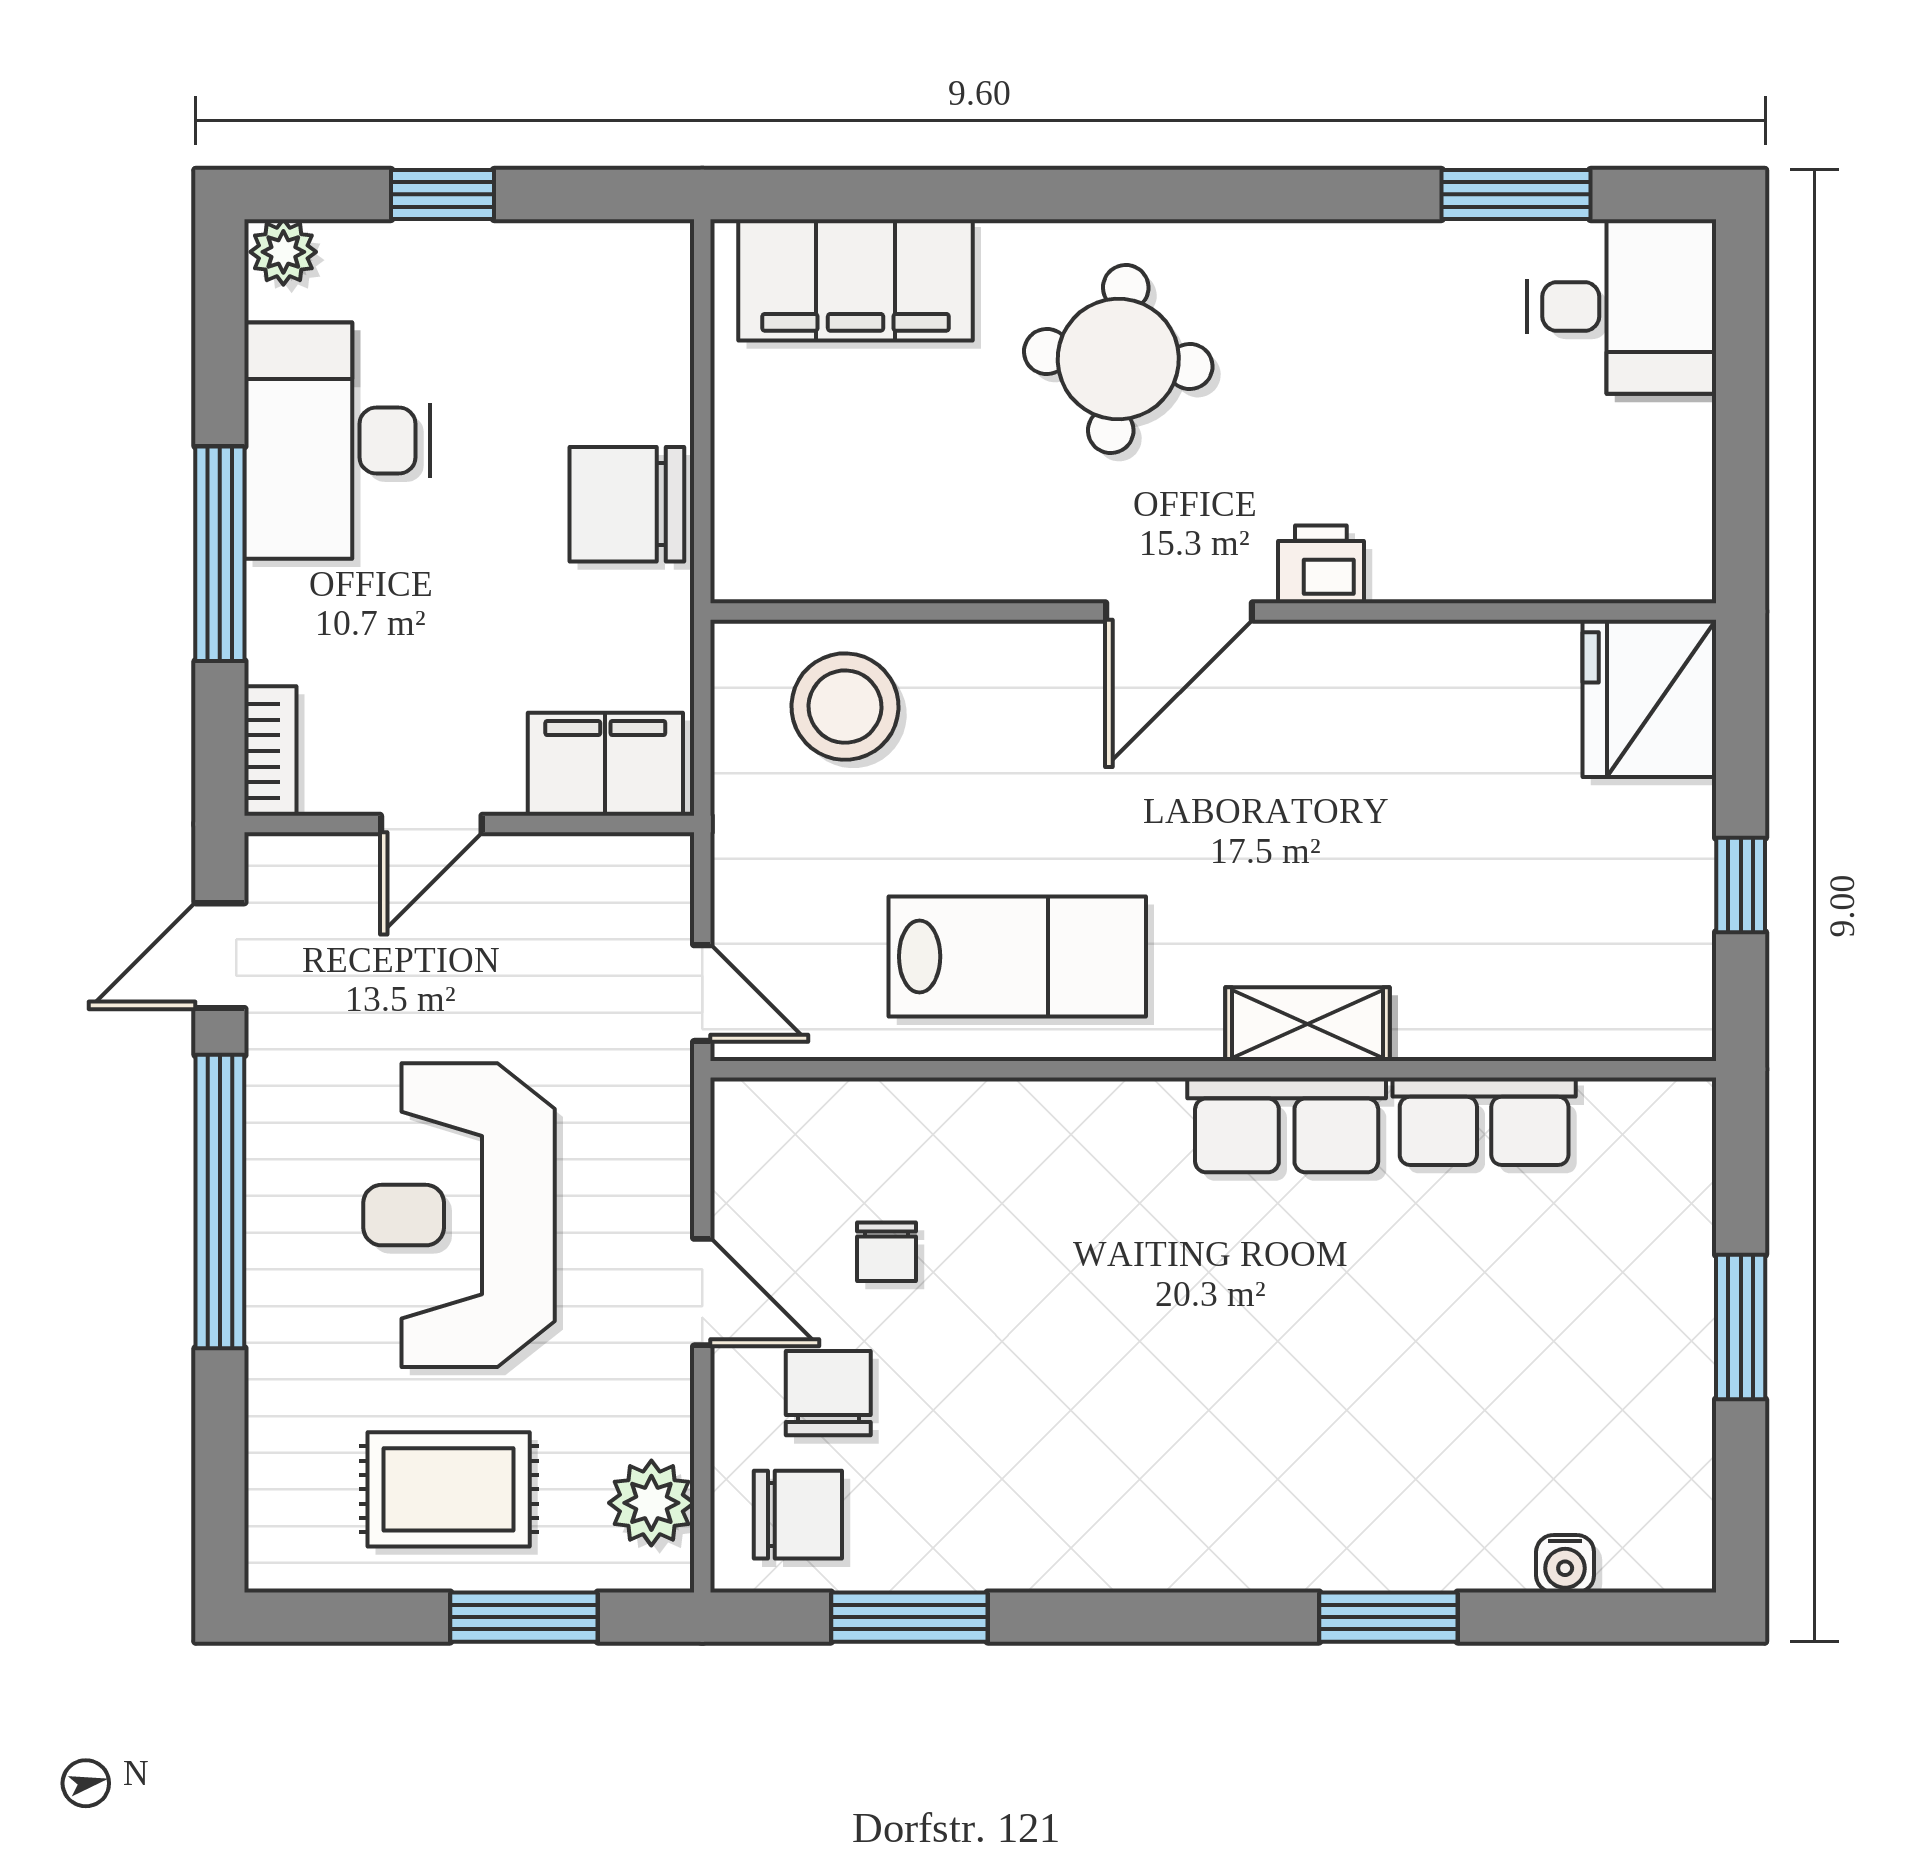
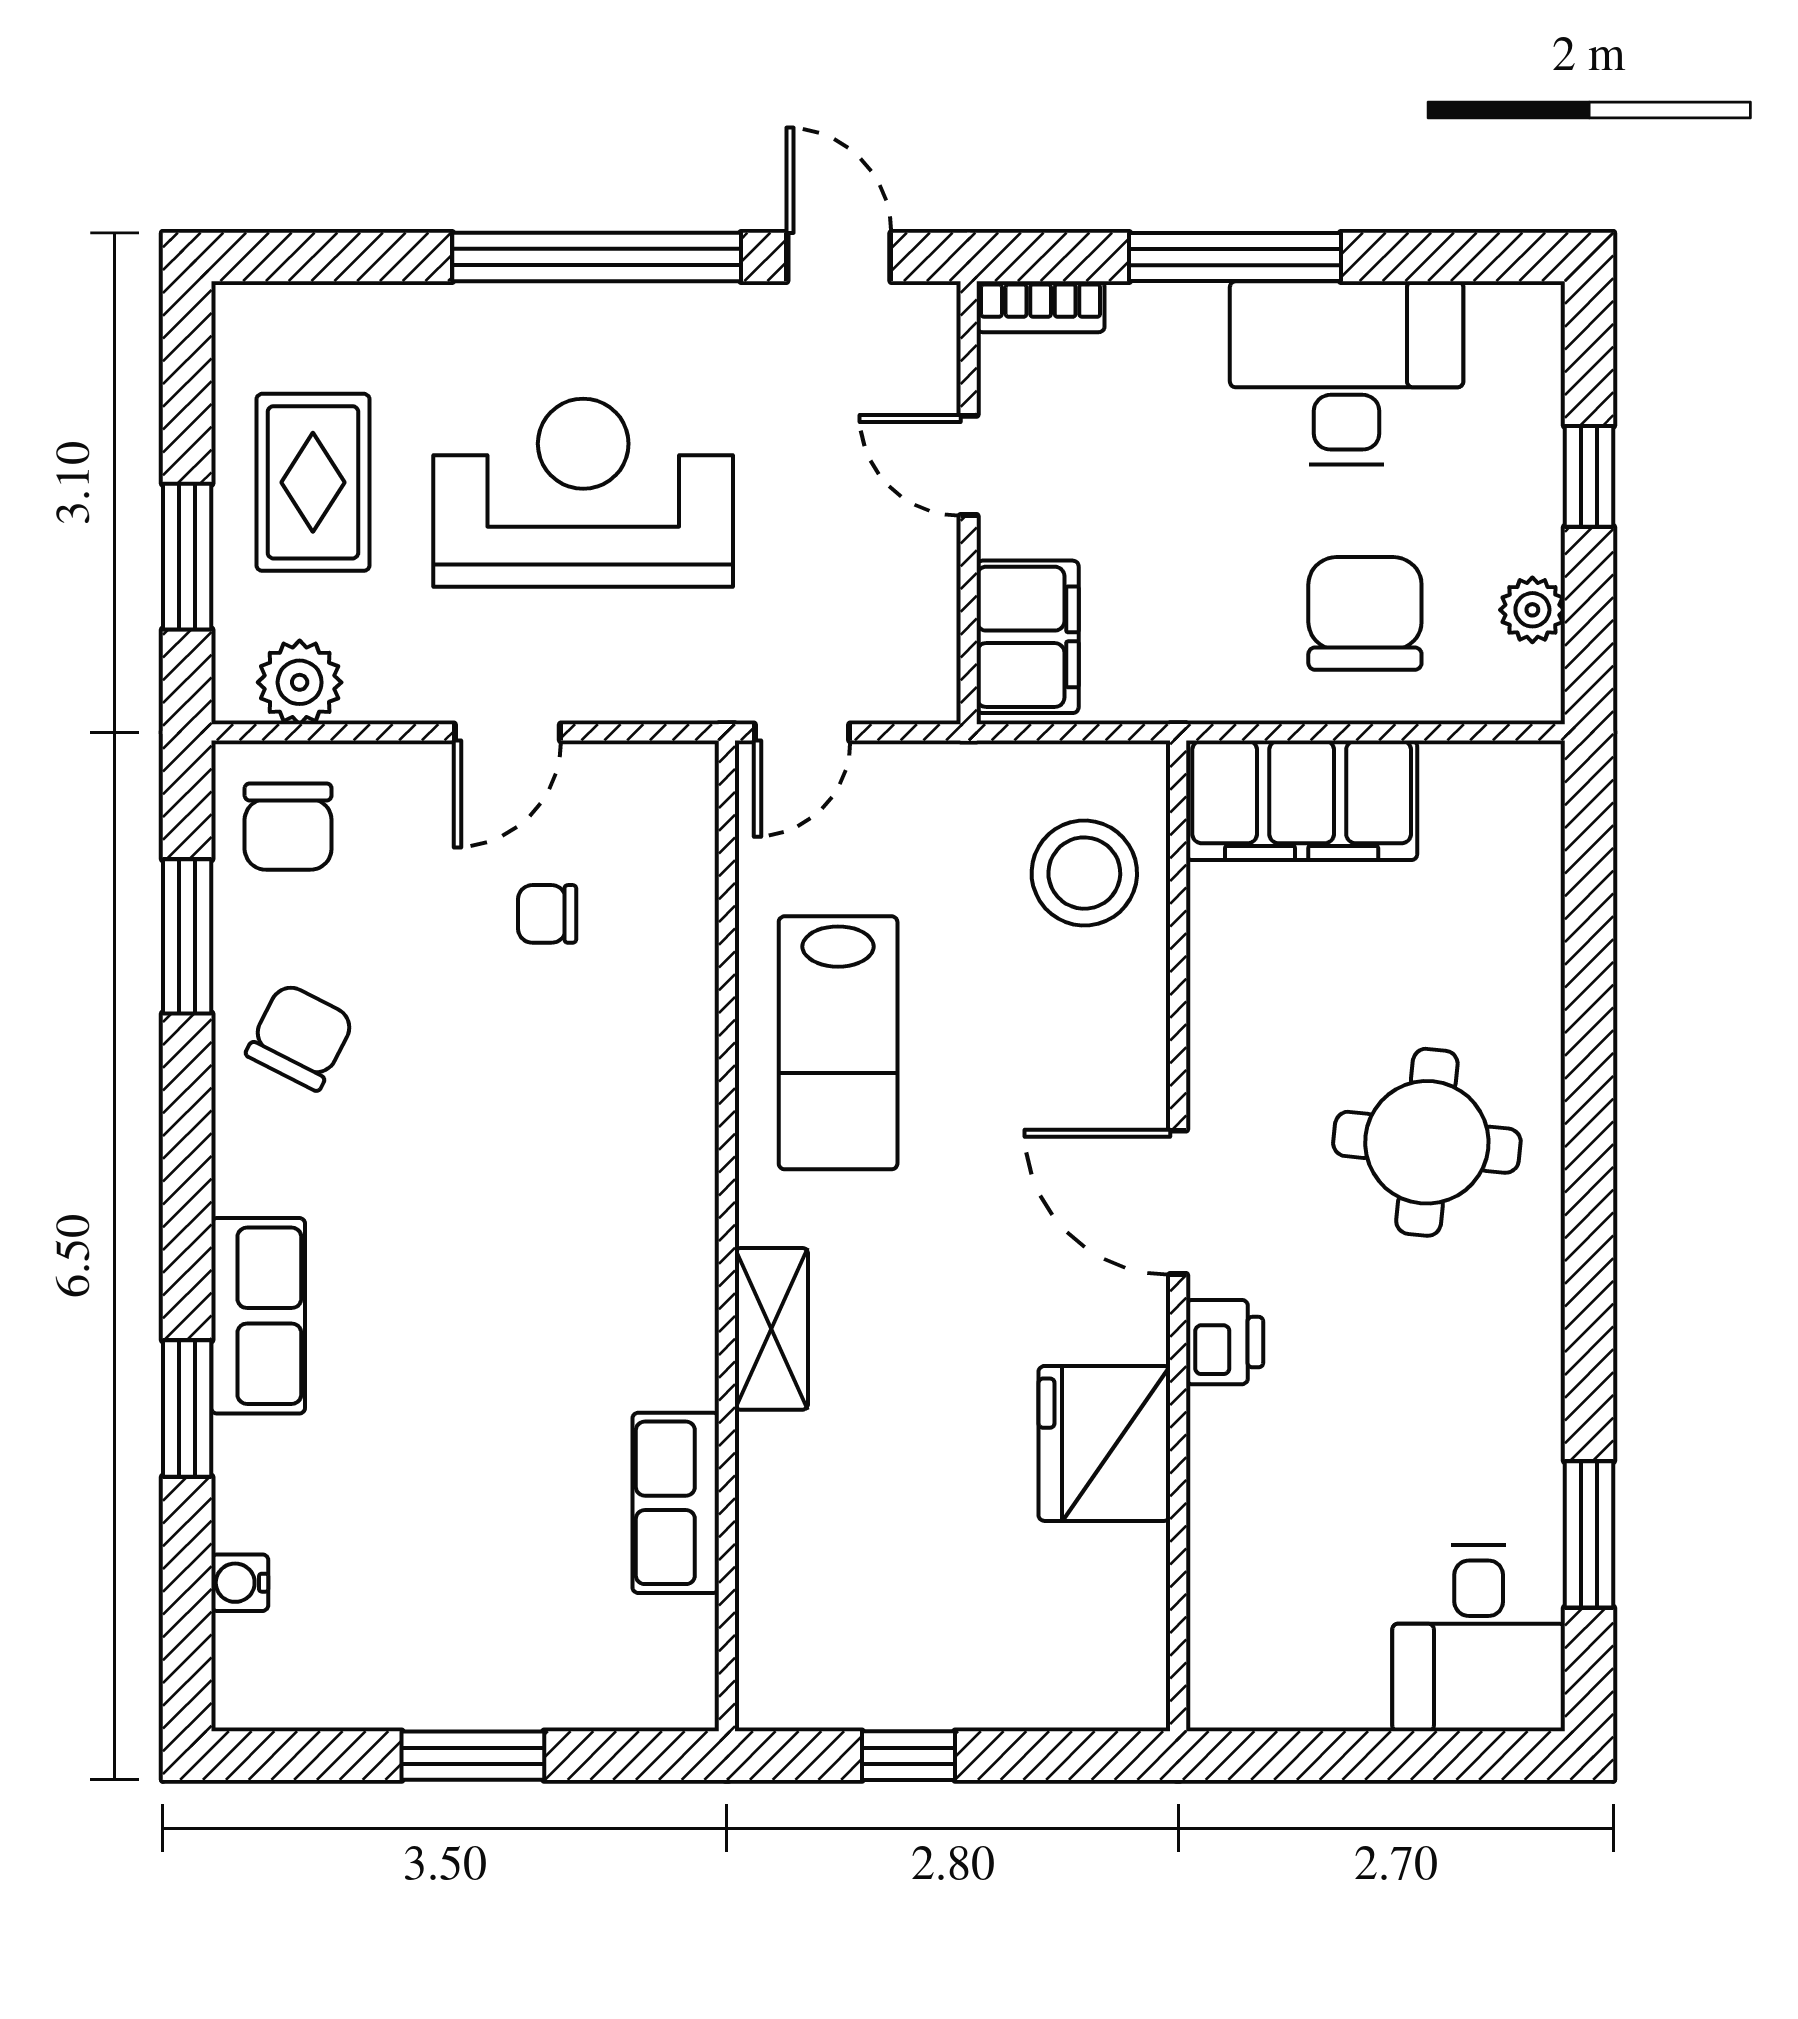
plant: (283, 252) -> (1532, 610), moved
filing cabinet: (856, 280) -> (1302, 800), moved, turned -90
chair: (627, 504) -> (1365, 613), moved
fridge: (1649, 698) -> (1104, 1443), moved, turned -90
row of seats: (1287, 1125) -> (258, 1316), moved, turned 180
chair: (828, 1393) -> (300, 1037), moved, turned -63

